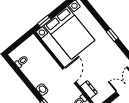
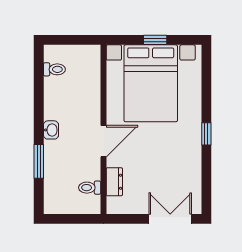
window: (44, 21) -> (155, 40), moved

